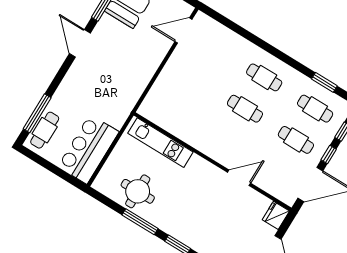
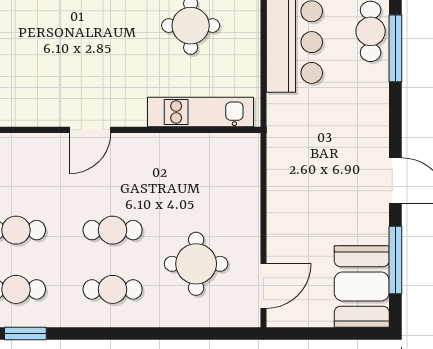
round table: (212, 64) -> (196, 264), added
door: (239, 178) -> (90, 130), moved

